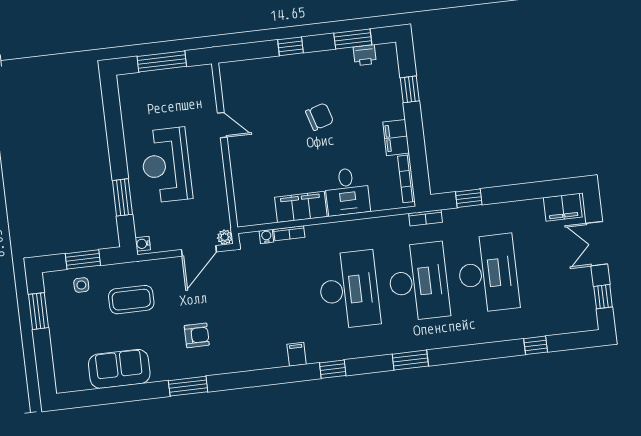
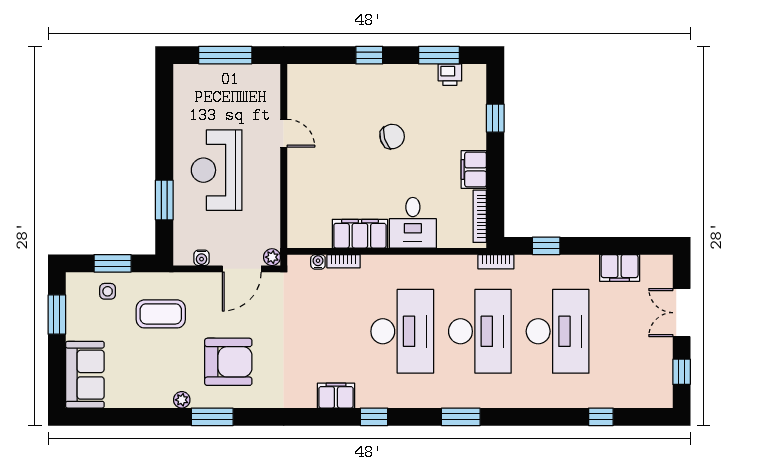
filing cabinet: (563, 207) -> (620, 268), moved
water cooler: (143, 244) -> (202, 258), moved, turned -90
armchair: (197, 335) -> (228, 362), width x1.88, depth x1.88
filing cabinet: (297, 354) -> (336, 396), width x2.00
sofa: (119, 369) -> (85, 375), moved, turned 90
plant: (159, 374) -> (182, 400), added

